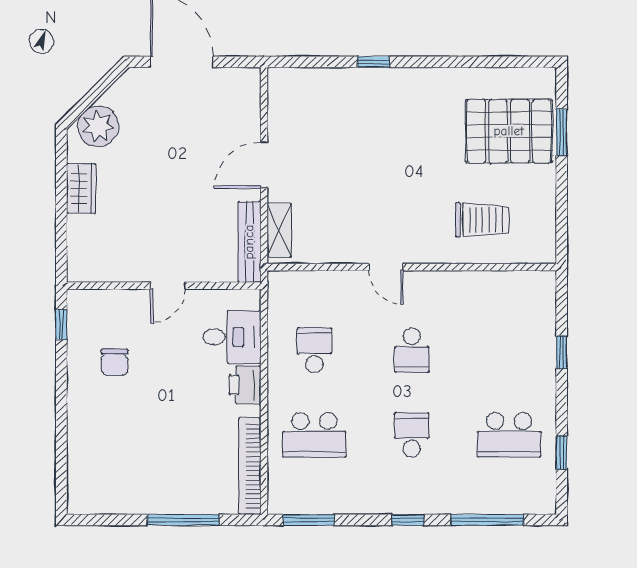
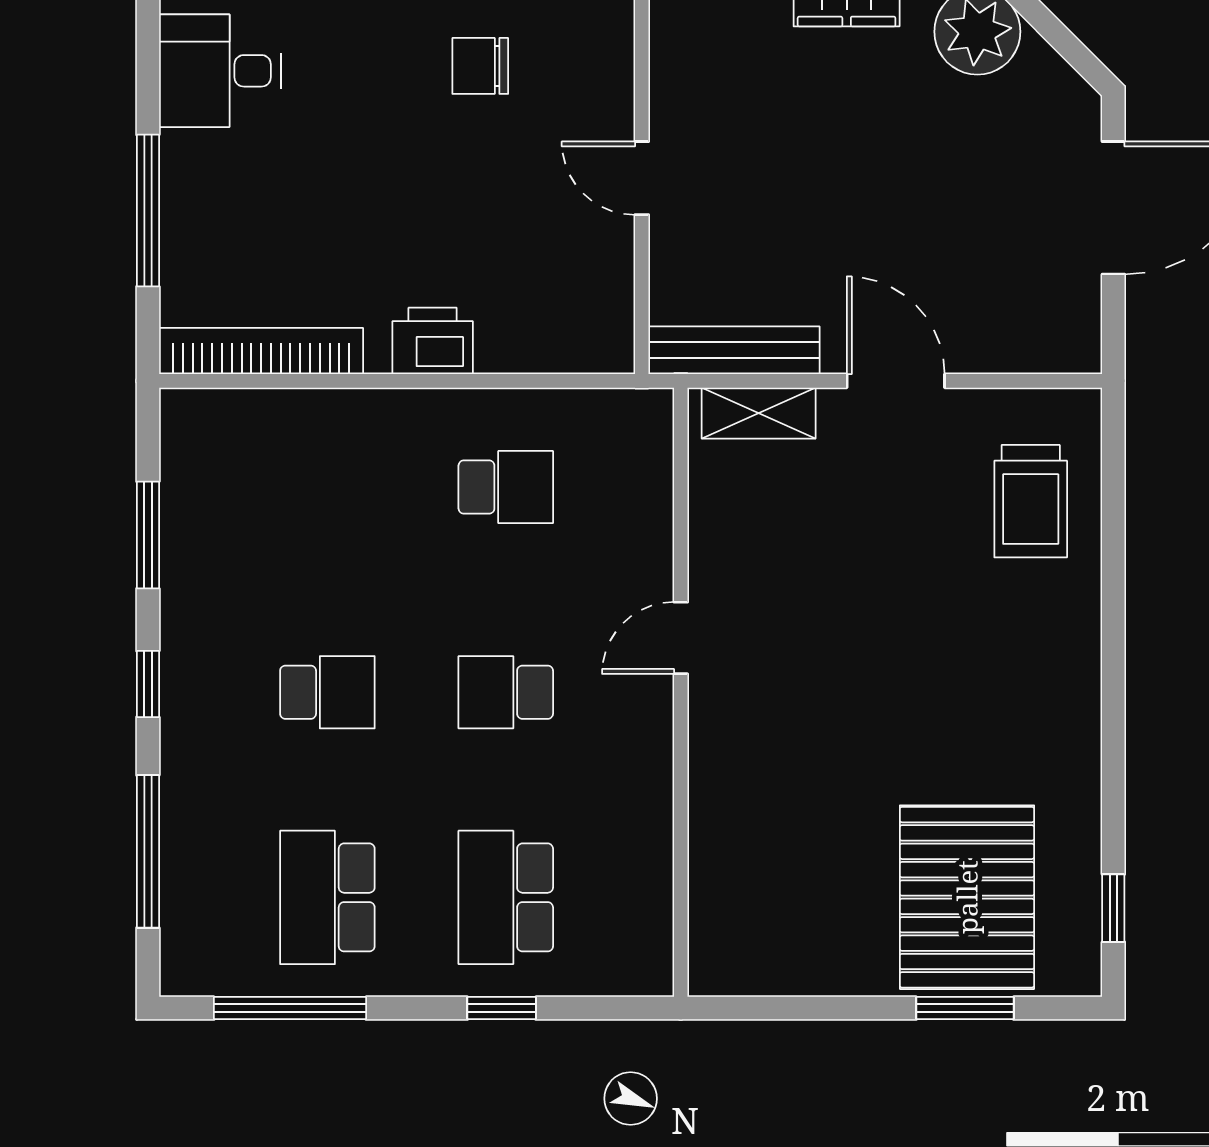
window: (374, 62) -> (1113, 908), moved
trolley: (482, 220) -> (1031, 501), moved
desk: (232, 337) -> (220, 71), moved, turned 90
school desk: (314, 435) -> (506, 897), moved
window: (562, 452) -> (290, 1008), width x2.17
window: (309, 520) -> (148, 535), moved

